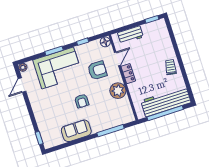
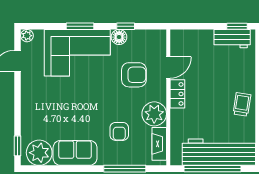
workbench: (130, 35) -> (232, 39), moved
floor lamp: (105, 42) -> (119, 37), moved
armchair: (82, 101) -> (119, 131), moved
fireplace: (127, 108) -> (159, 144), added
plant: (54, 138) -> (39, 153), added

